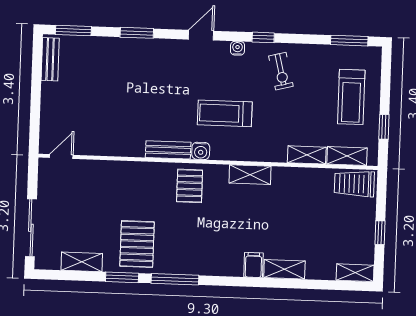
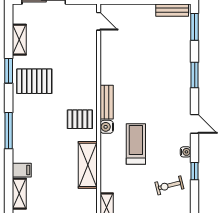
shelving: (250, 175) -> (88, 165), width x1.50, depth x1.33
window: (175, 279) -> (9, 131), moved

